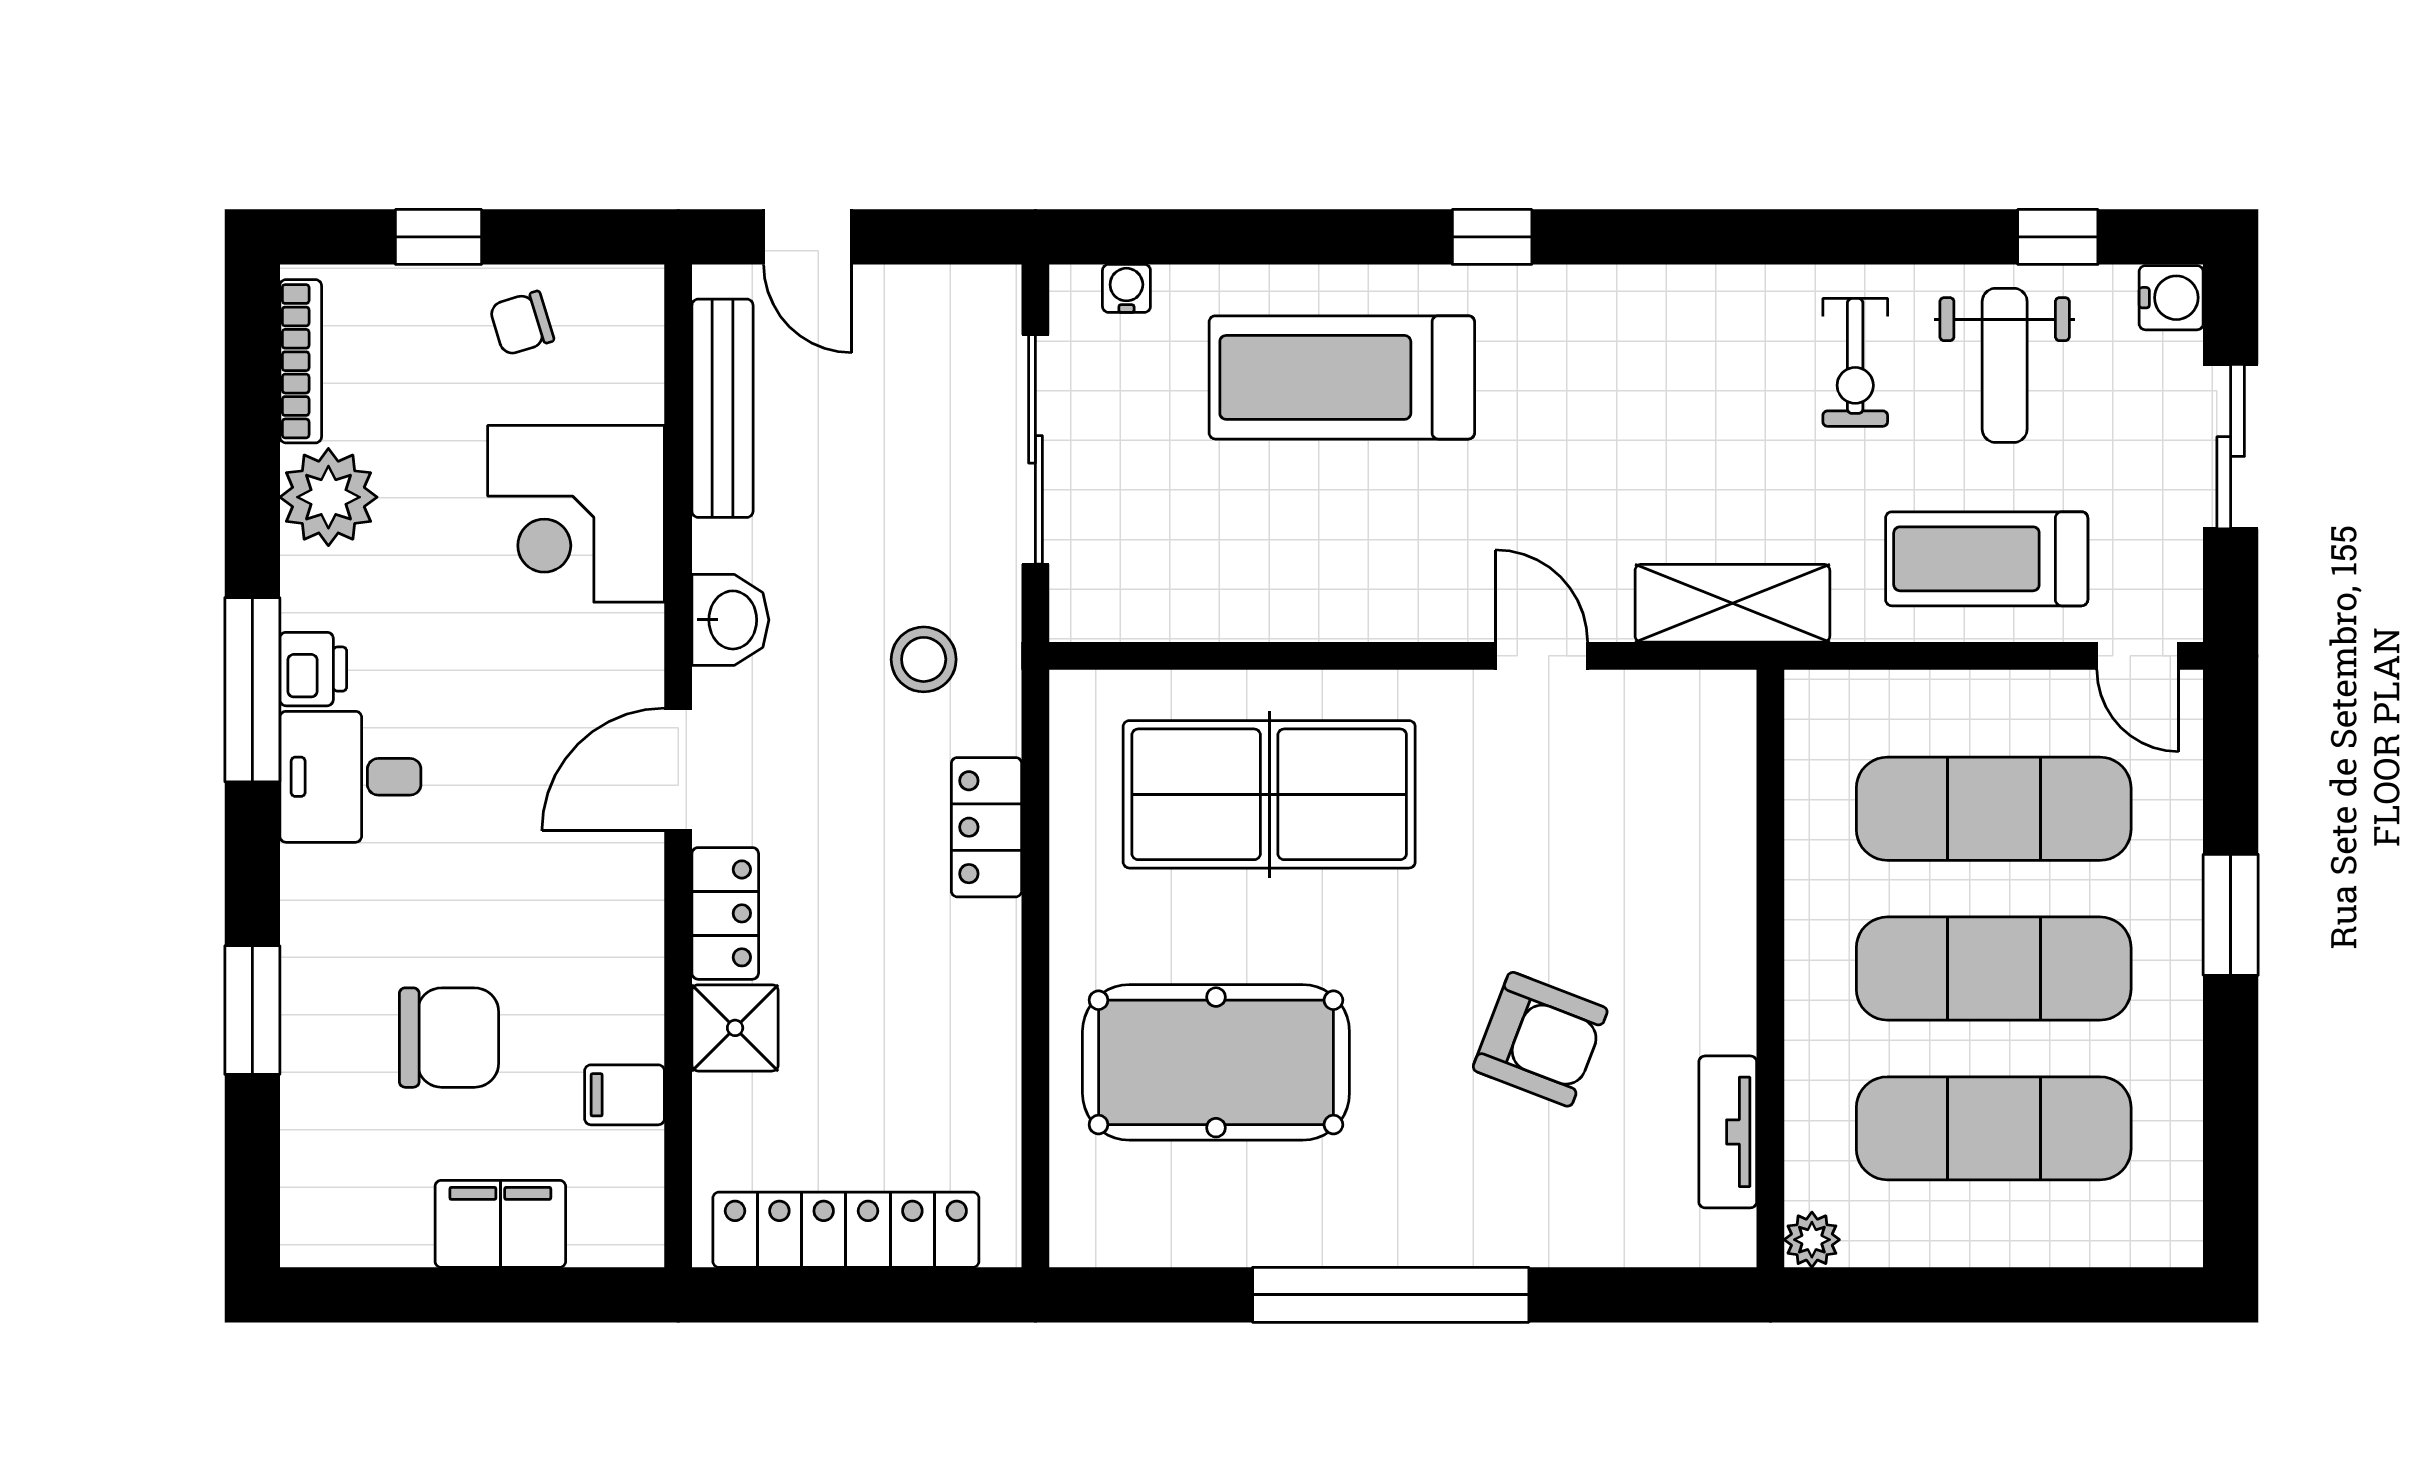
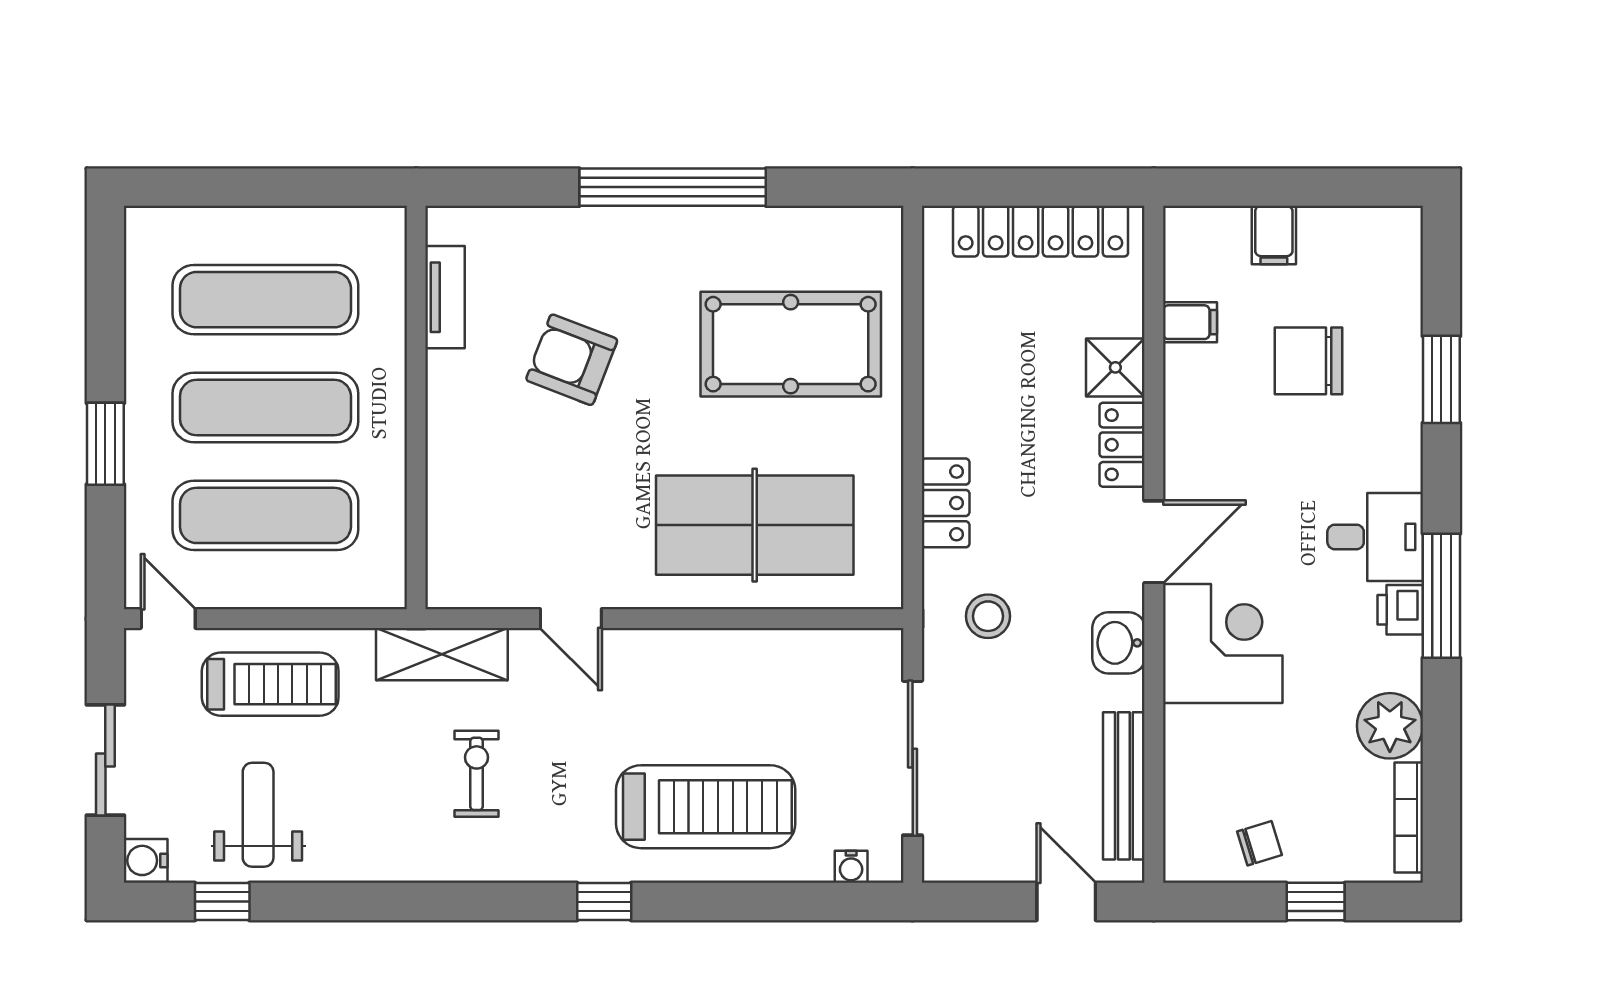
exercise bike: (1855, 362) -> (477, 774), moved
corner desk: (576, 514) -> (1223, 643), moved
filing cabinet: (500, 1224) -> (1274, 235), width x0.50
plant: (1812, 1240) -> (388, 224), removed

